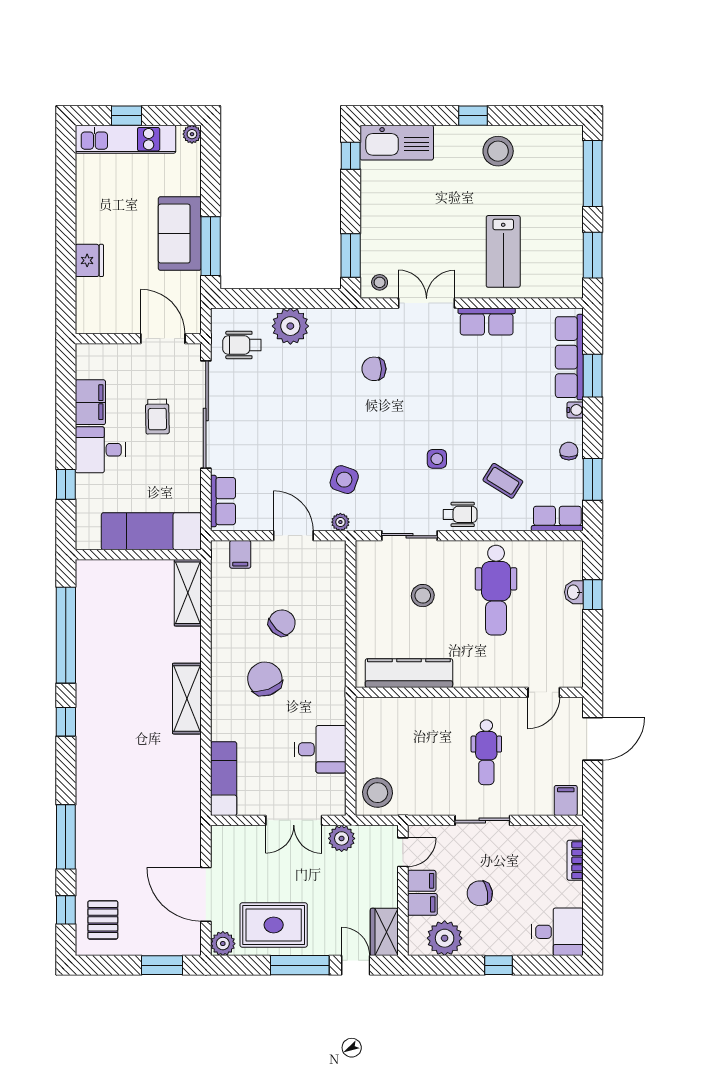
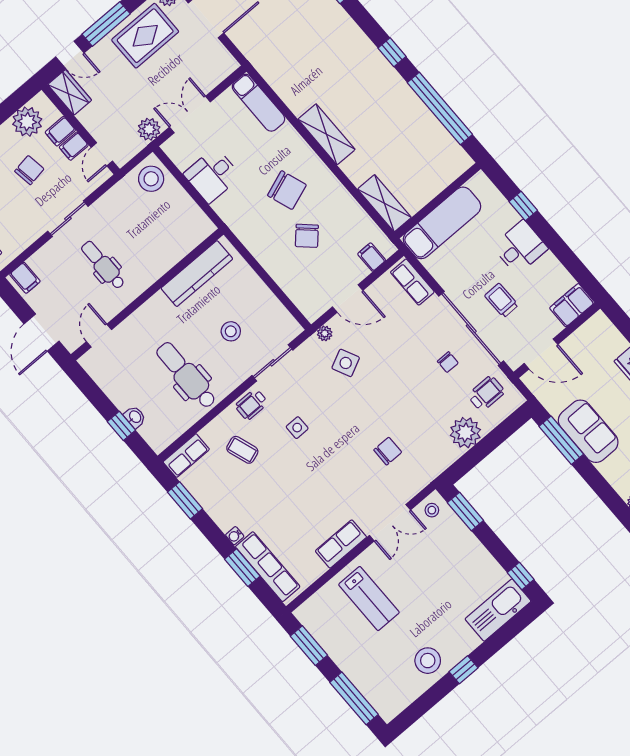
lab bench: (503, 251) -> (369, 598), turned 180
filing cabinet: (90, 402) -> (572, 305), moved, turned 90
chair: (569, 451) -> (448, 362), moved
side table: (344, 480) -> (346, 363), turned 45
coffee table: (503, 481) -> (242, 450), turned 39

